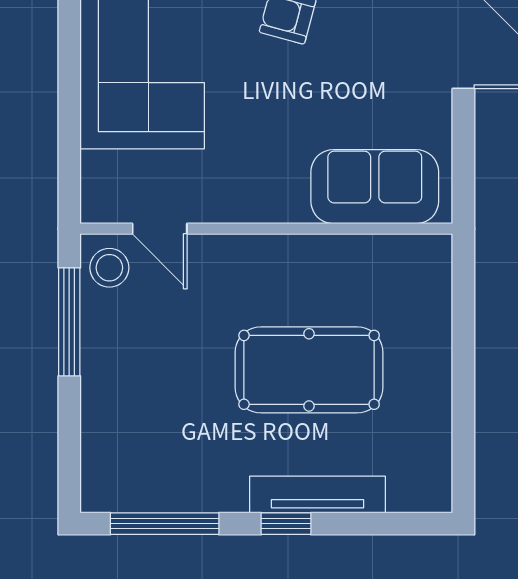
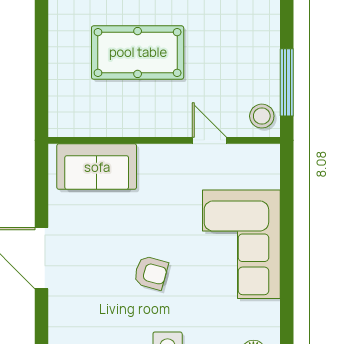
door: (160, 229) -> (209, 140), moved

